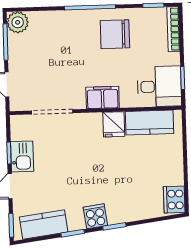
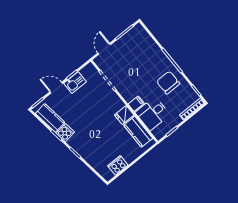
plant: (18, 22) -> (138, 31), removed
desk: (159, 86) -> (153, 114), moved, turned 90
filing cabinet: (103, 97) -> (136, 104), width x0.50
cooker: (174, 200) -> (118, 165), moved
cooker: (95, 216) -> (65, 133), moved

